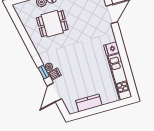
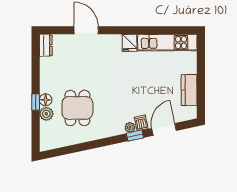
door: (54, 92) -> (164, 129), swing flipped

